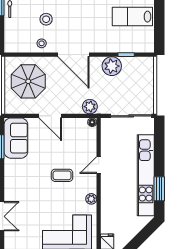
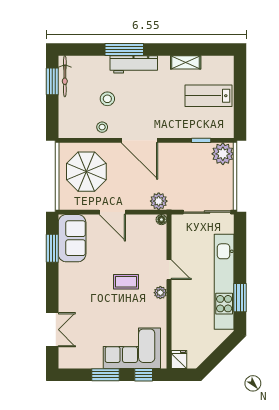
plant: (112, 66) -> (223, 154), moved
door: (99, 165) -> (169, 270), swing flipped
plant: (91, 199) -> (160, 293), moved

